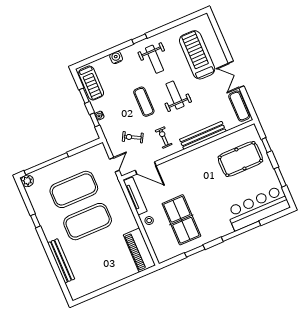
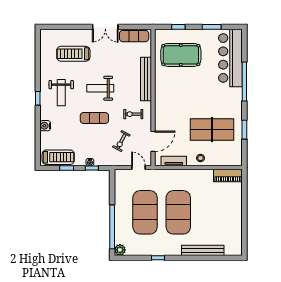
treadmill: (197, 55) -> (73, 54), width x0.73, depth x0.73
weight bench: (155, 59) -> (61, 93), turned 90
pool table: (240, 159) -> (181, 55), turned 90
tv unit: (135, 196) -> (174, 161), width x0.71
piano: (139, 250) -> (228, 176), width x0.73, depth x0.75

